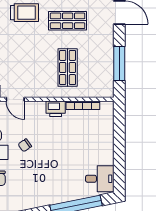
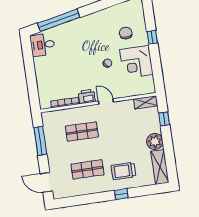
shop shelf: (68, 67) -> (82, 131), turned 90
door: (15, 99) -> (106, 102), moved

